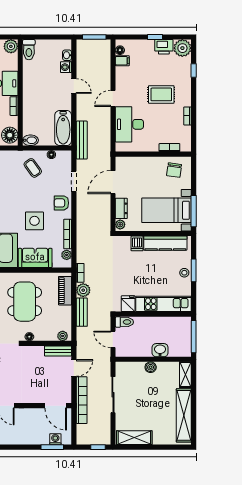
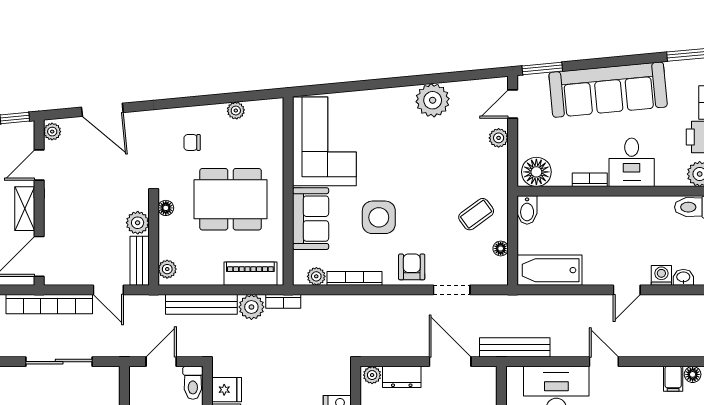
bench: (82, 140) -> (515, 347), moved
bench: (82, 312) -> (201, 304), width x1.36
plant: (37, 352) -> (138, 223), added
shelving: (30, 413) -> (25, 209), added

